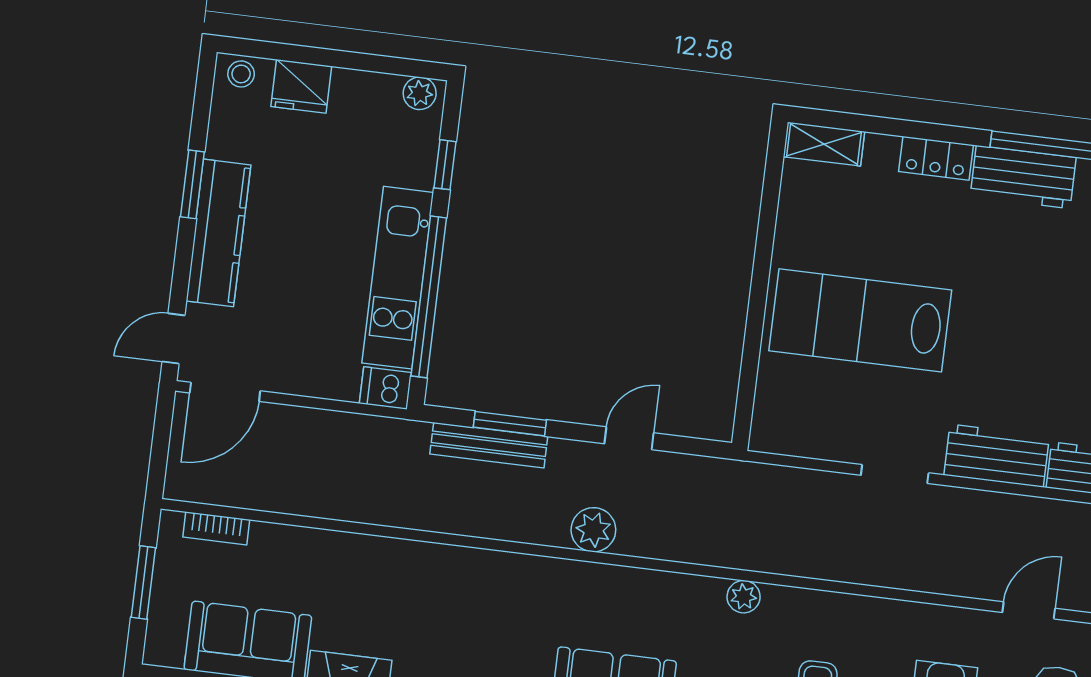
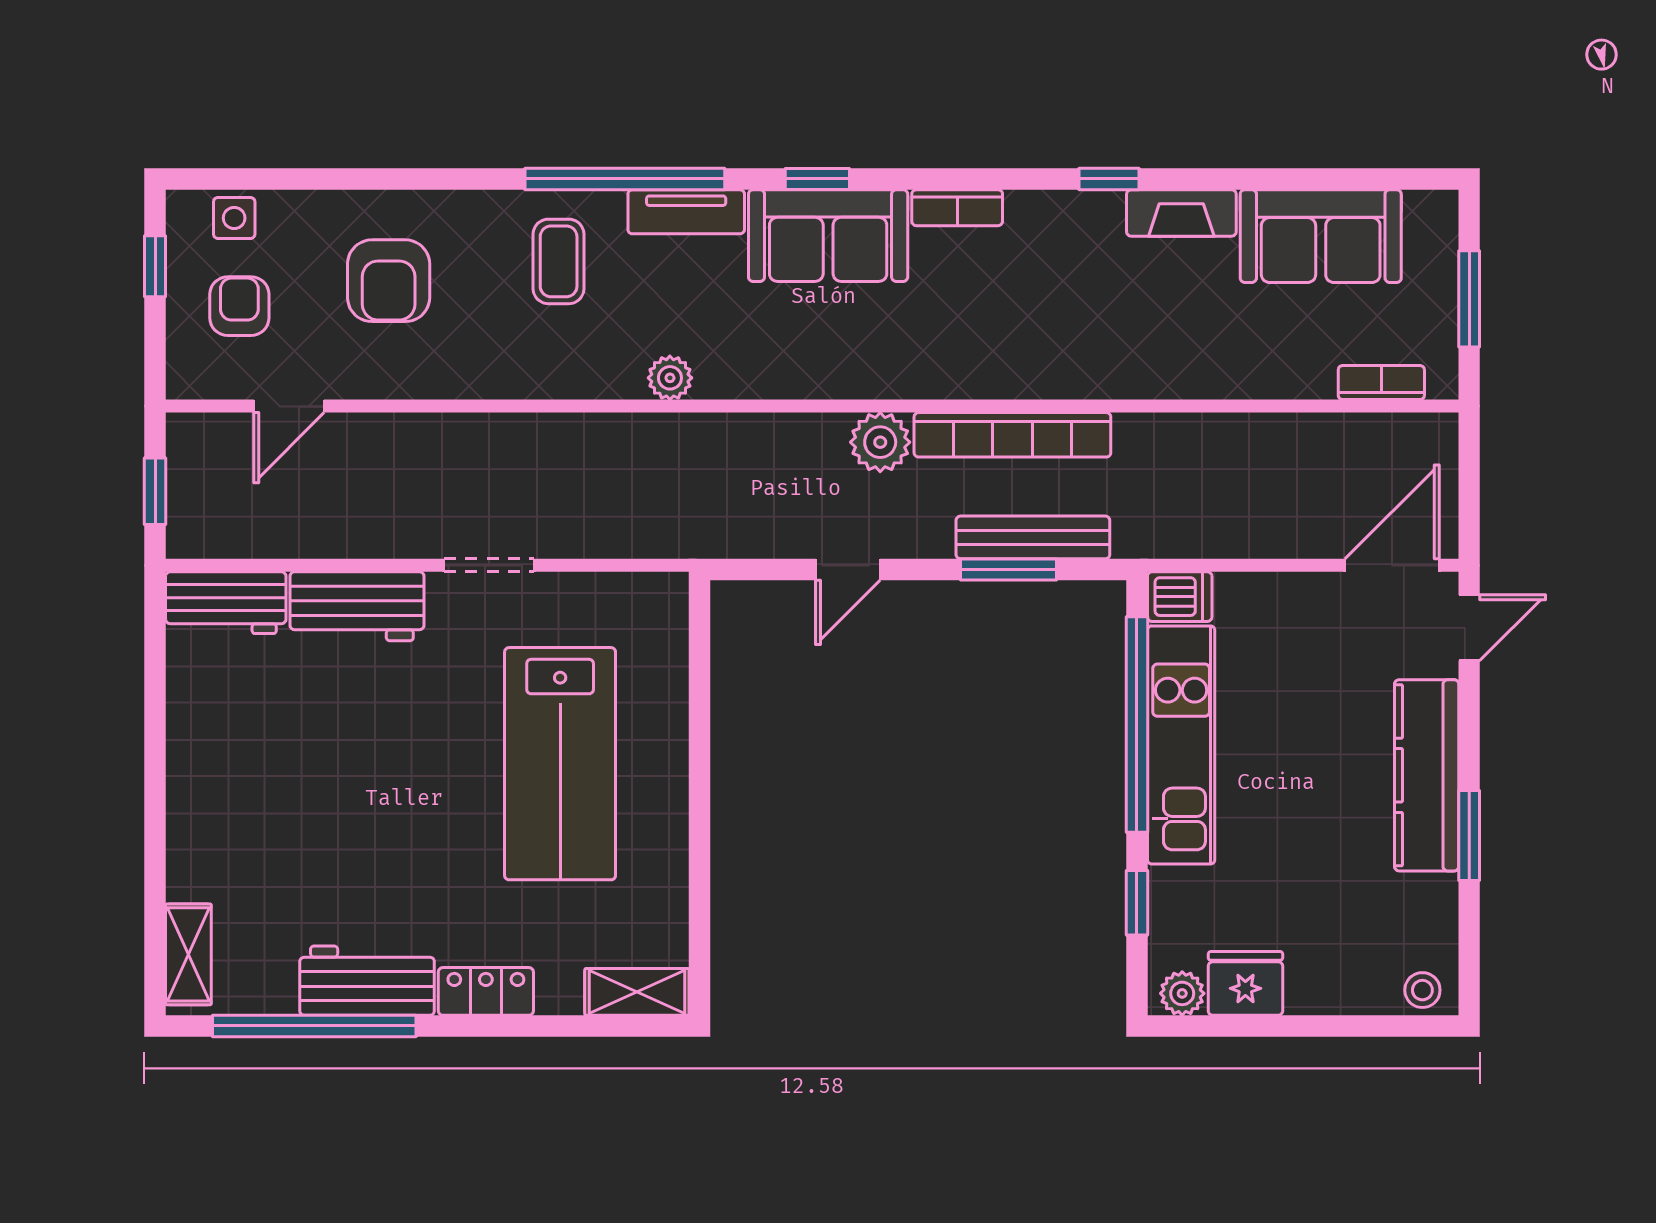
fridge: (301, 86) -> (1245, 983), moved
lab bench: (860, 320) -> (560, 764), turned 90
bookcase: (495, 523) -> (1012, 435), added

